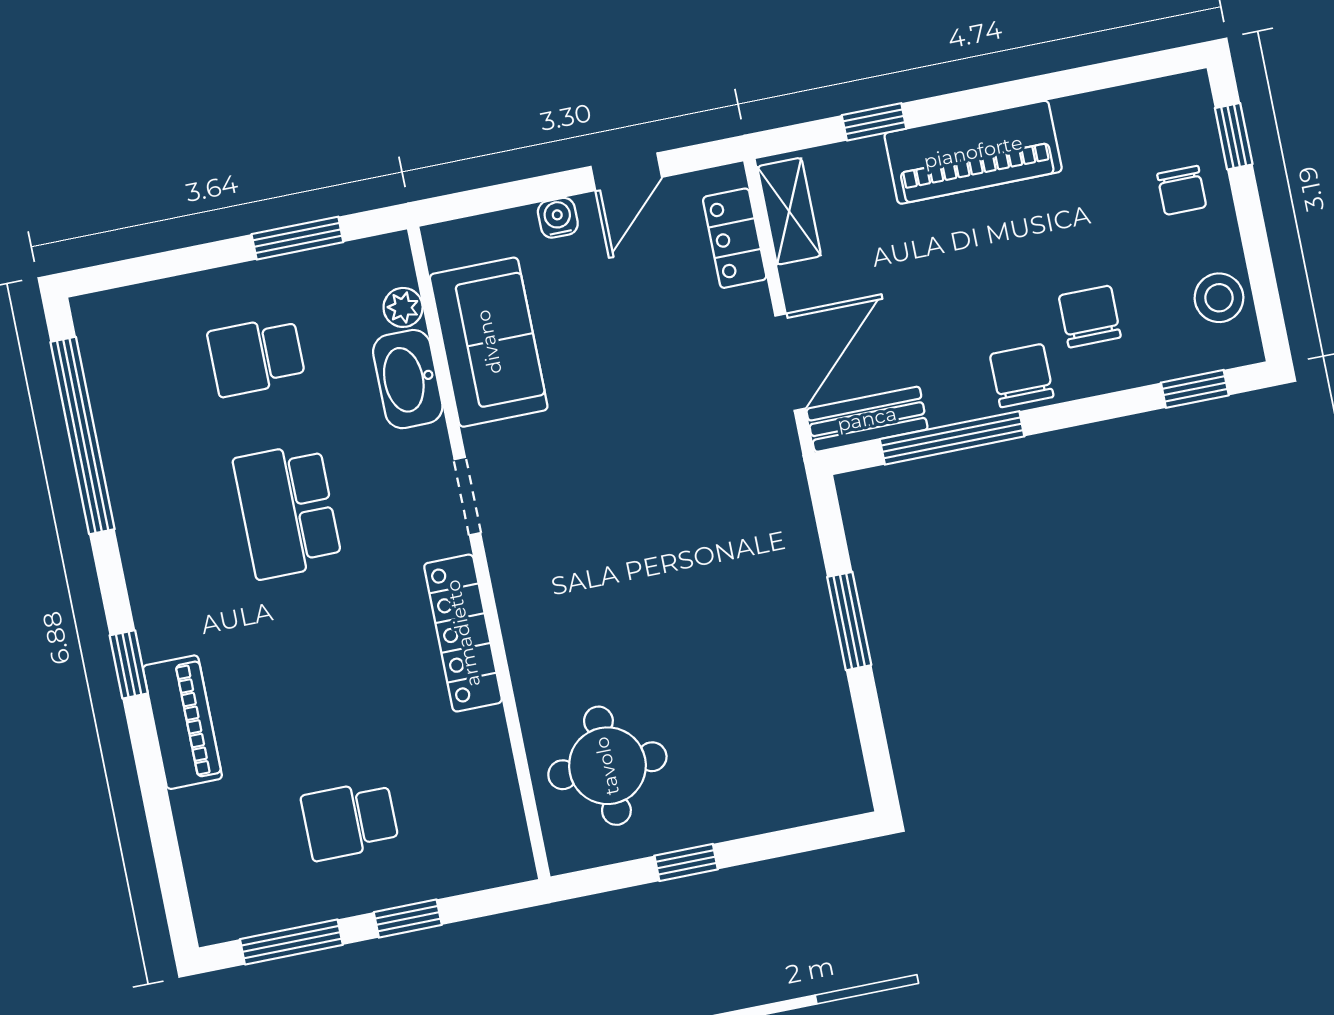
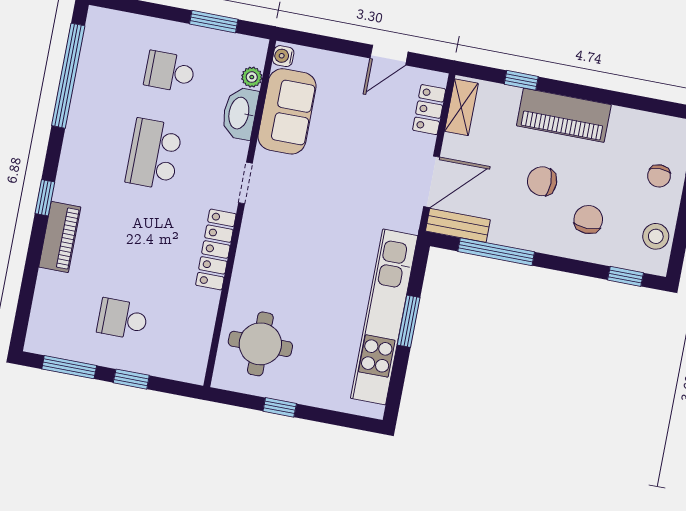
water cooler: (558, 218) -> (283, 56), moved, turned -90
chair: (1022, 376) -> (542, 181), moved, turned -90
kitchen unit: (804, 631) -> (384, 317), added

